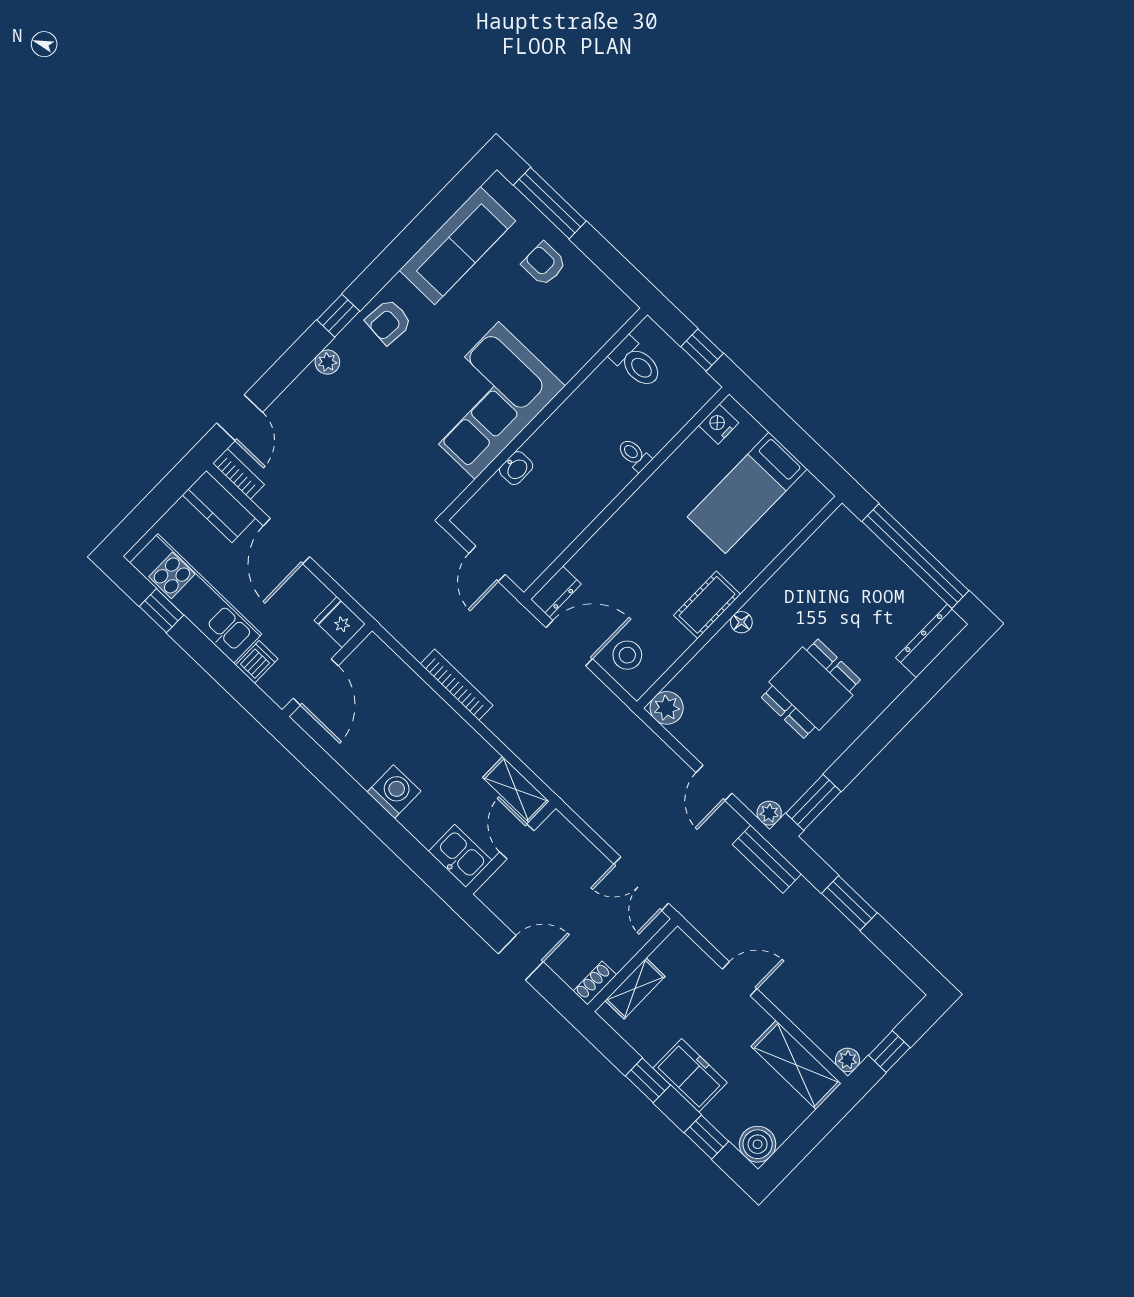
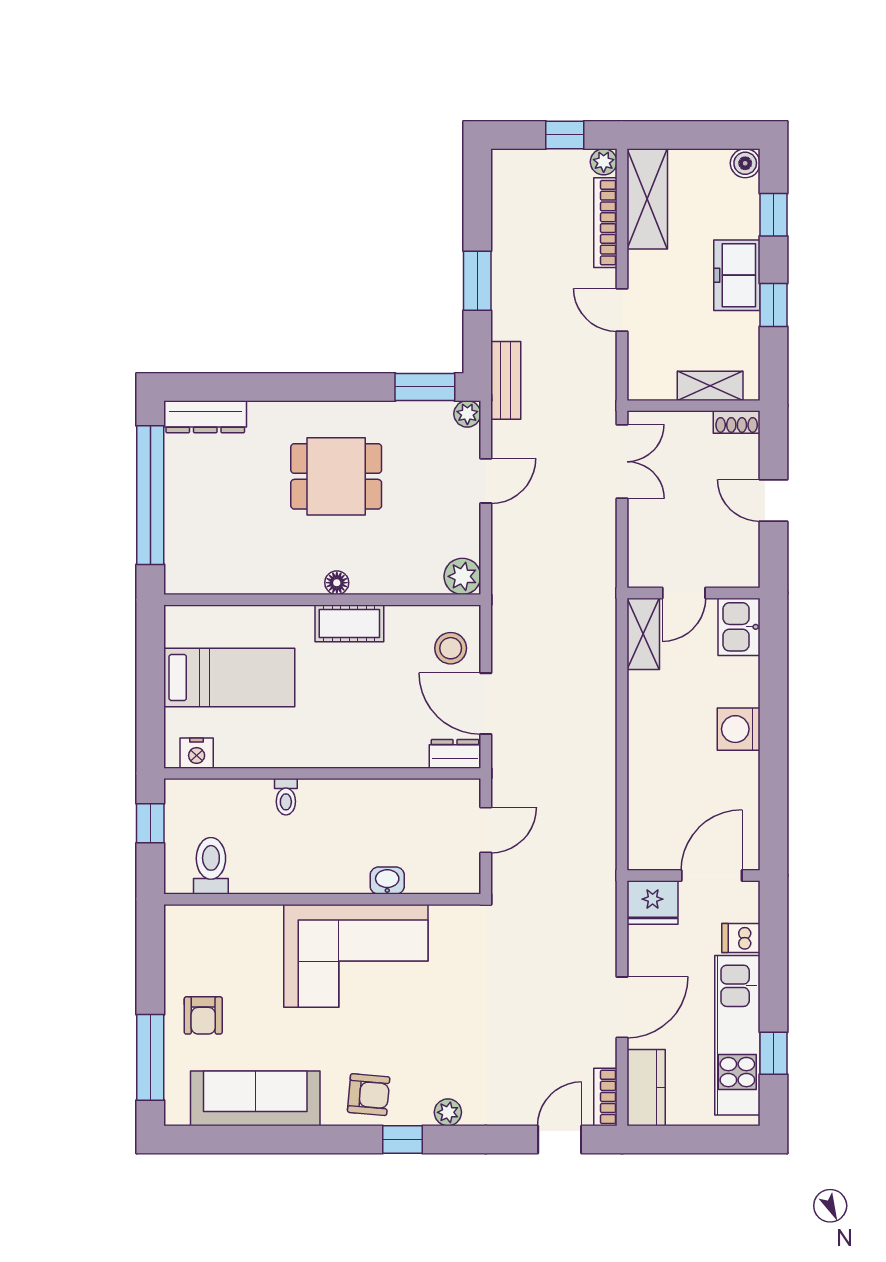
fridge: (340, 622) -> (653, 903), width x1.38
bookcase: (457, 685) -> (605, 223), moved
boiler: (758, 1144) -> (745, 163), width x0.73, depth x0.73

